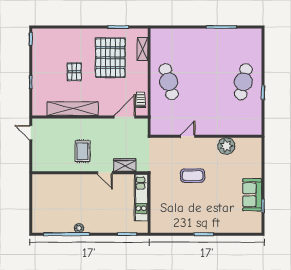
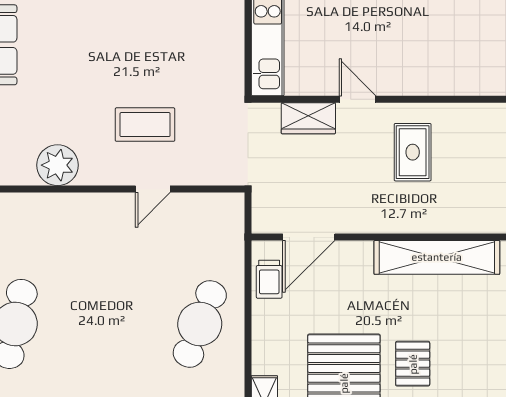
pallet: (74, 72) -> (413, 364), moved
cafe table: (169, 82) -> (200, 324), turned 36
coffee table: (193, 176) -> (145, 125), moved

